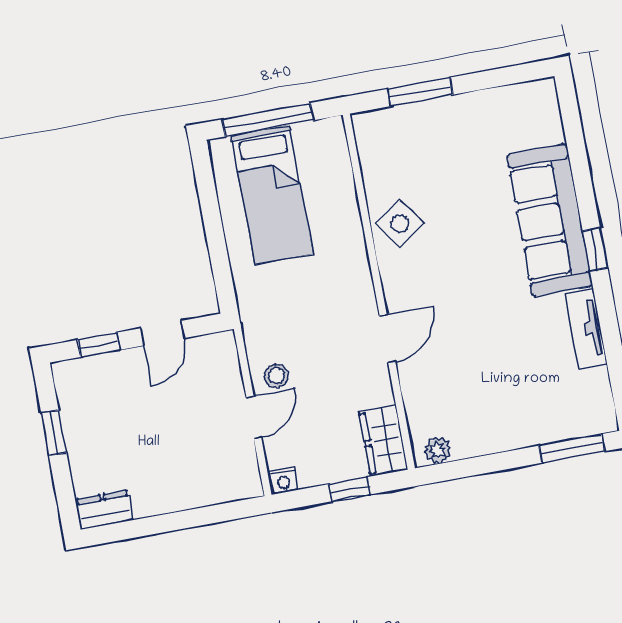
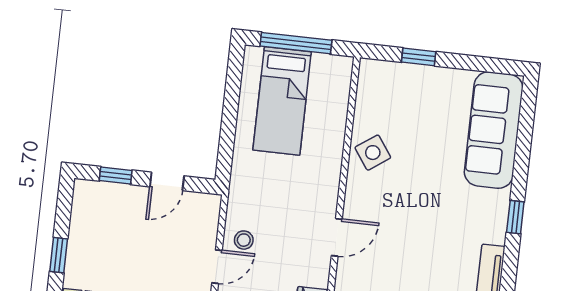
window: (421, 92) -> (419, 57), width x0.67
sofa: (550, 220) -> (494, 130), moved
window: (54, 433) -> (59, 255), moved

